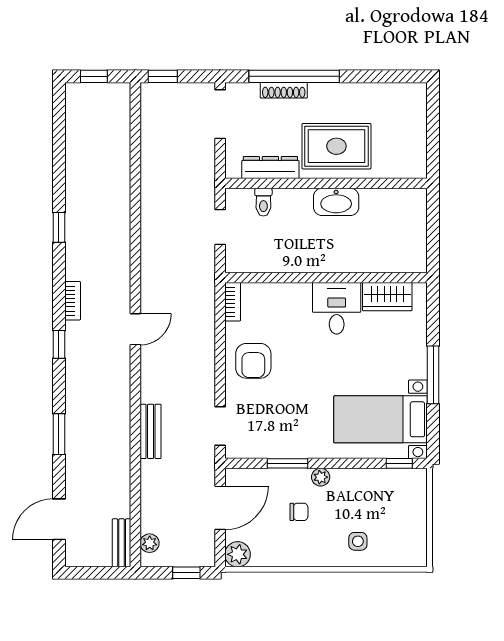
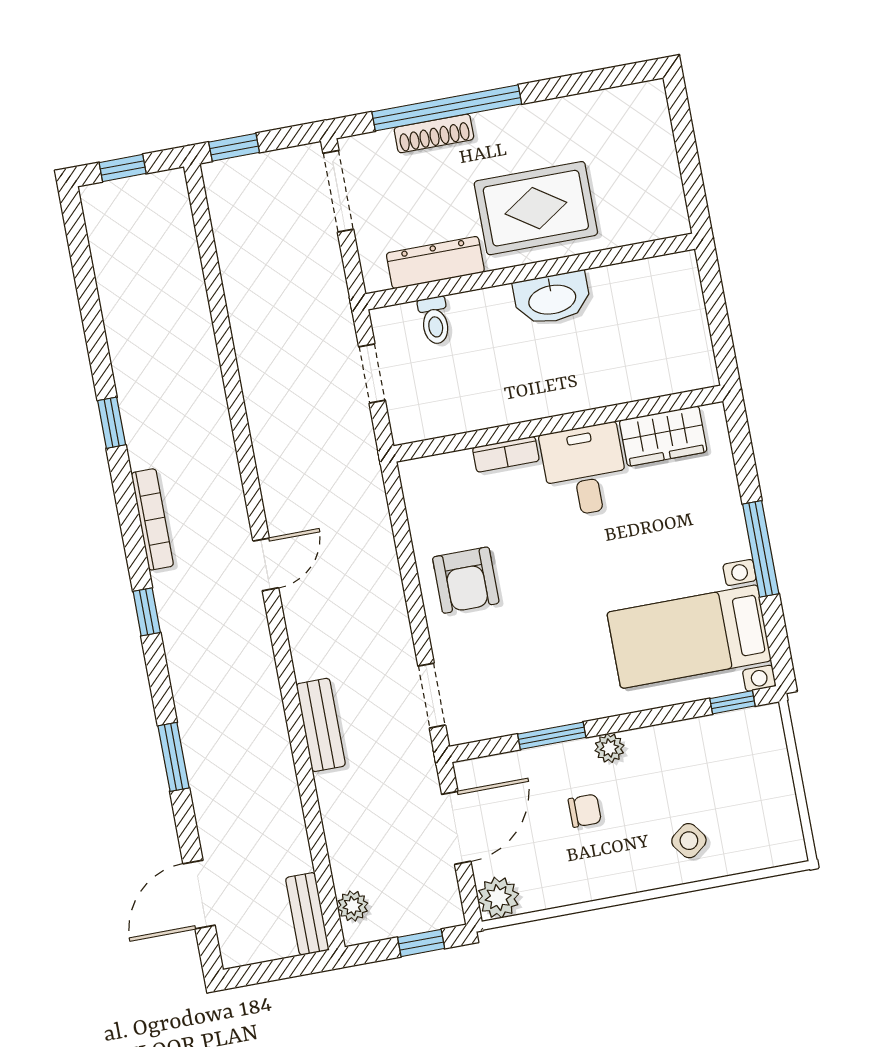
bookcase: (73, 301) -> (152, 519), width x1.56
bookcase: (233, 302) -> (506, 454), moved, turned 90
side table: (358, 541) -> (689, 841), turned -37

